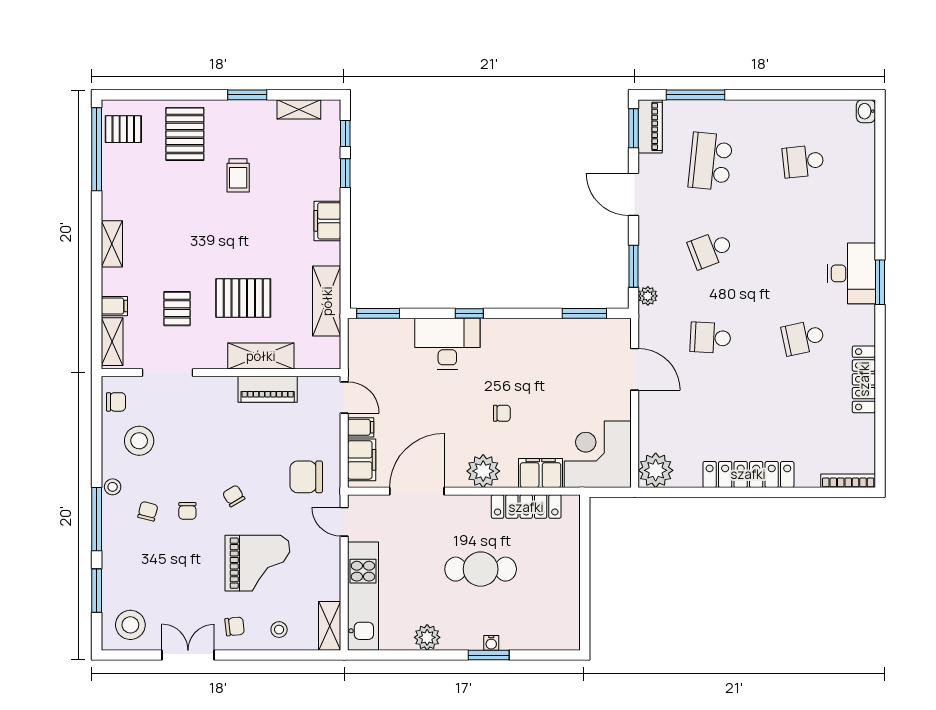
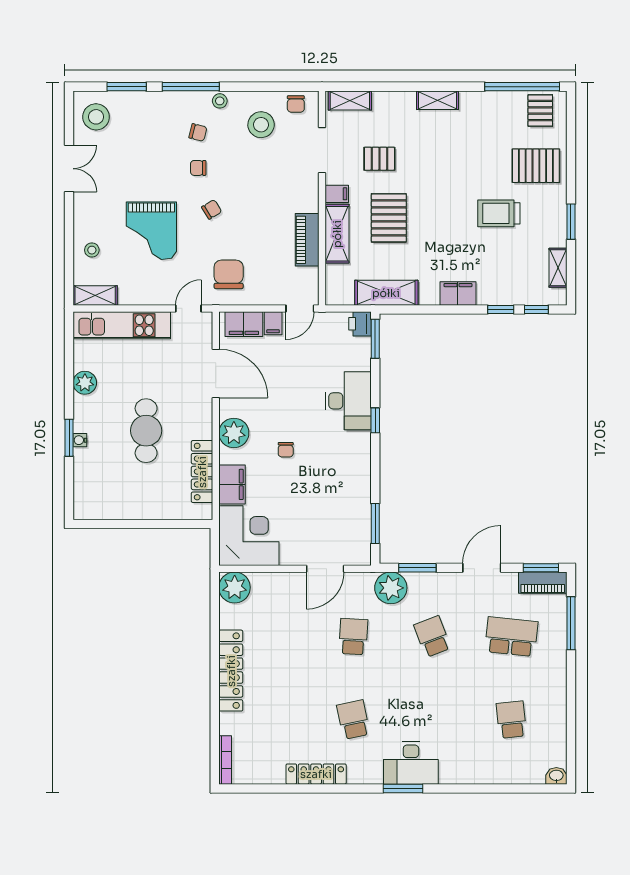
trolley: (238, 175) -> (499, 213), width x1.36, depth x1.39
plant: (648, 296) -> (391, 588), width x1.87, depth x1.87
filing cabinet: (114, 306) -> (337, 194), moved, turned -90
printer: (361, 330) -> (360, 324), added
chair: (235, 626) -> (95, 210), removed

